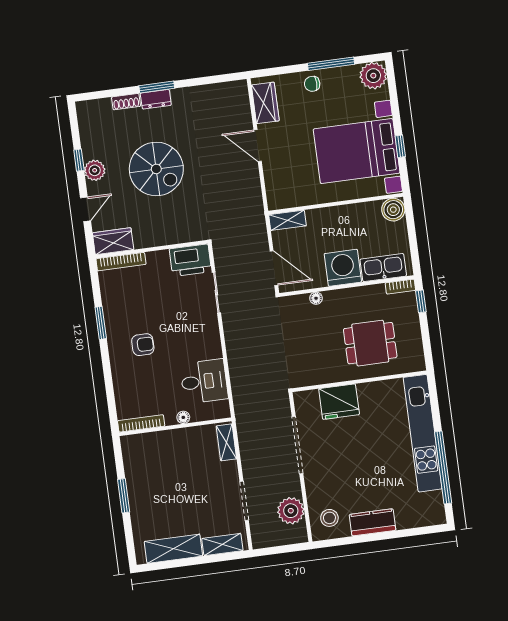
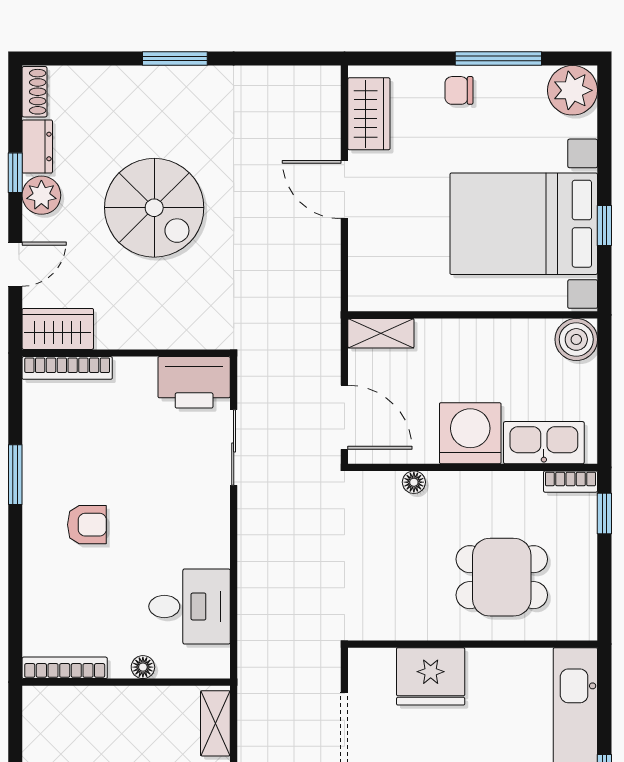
dresser: (156, 99) -> (37, 147), moved, turned -90
shoe rack: (126, 102) -> (34, 92), moved, turned -90

